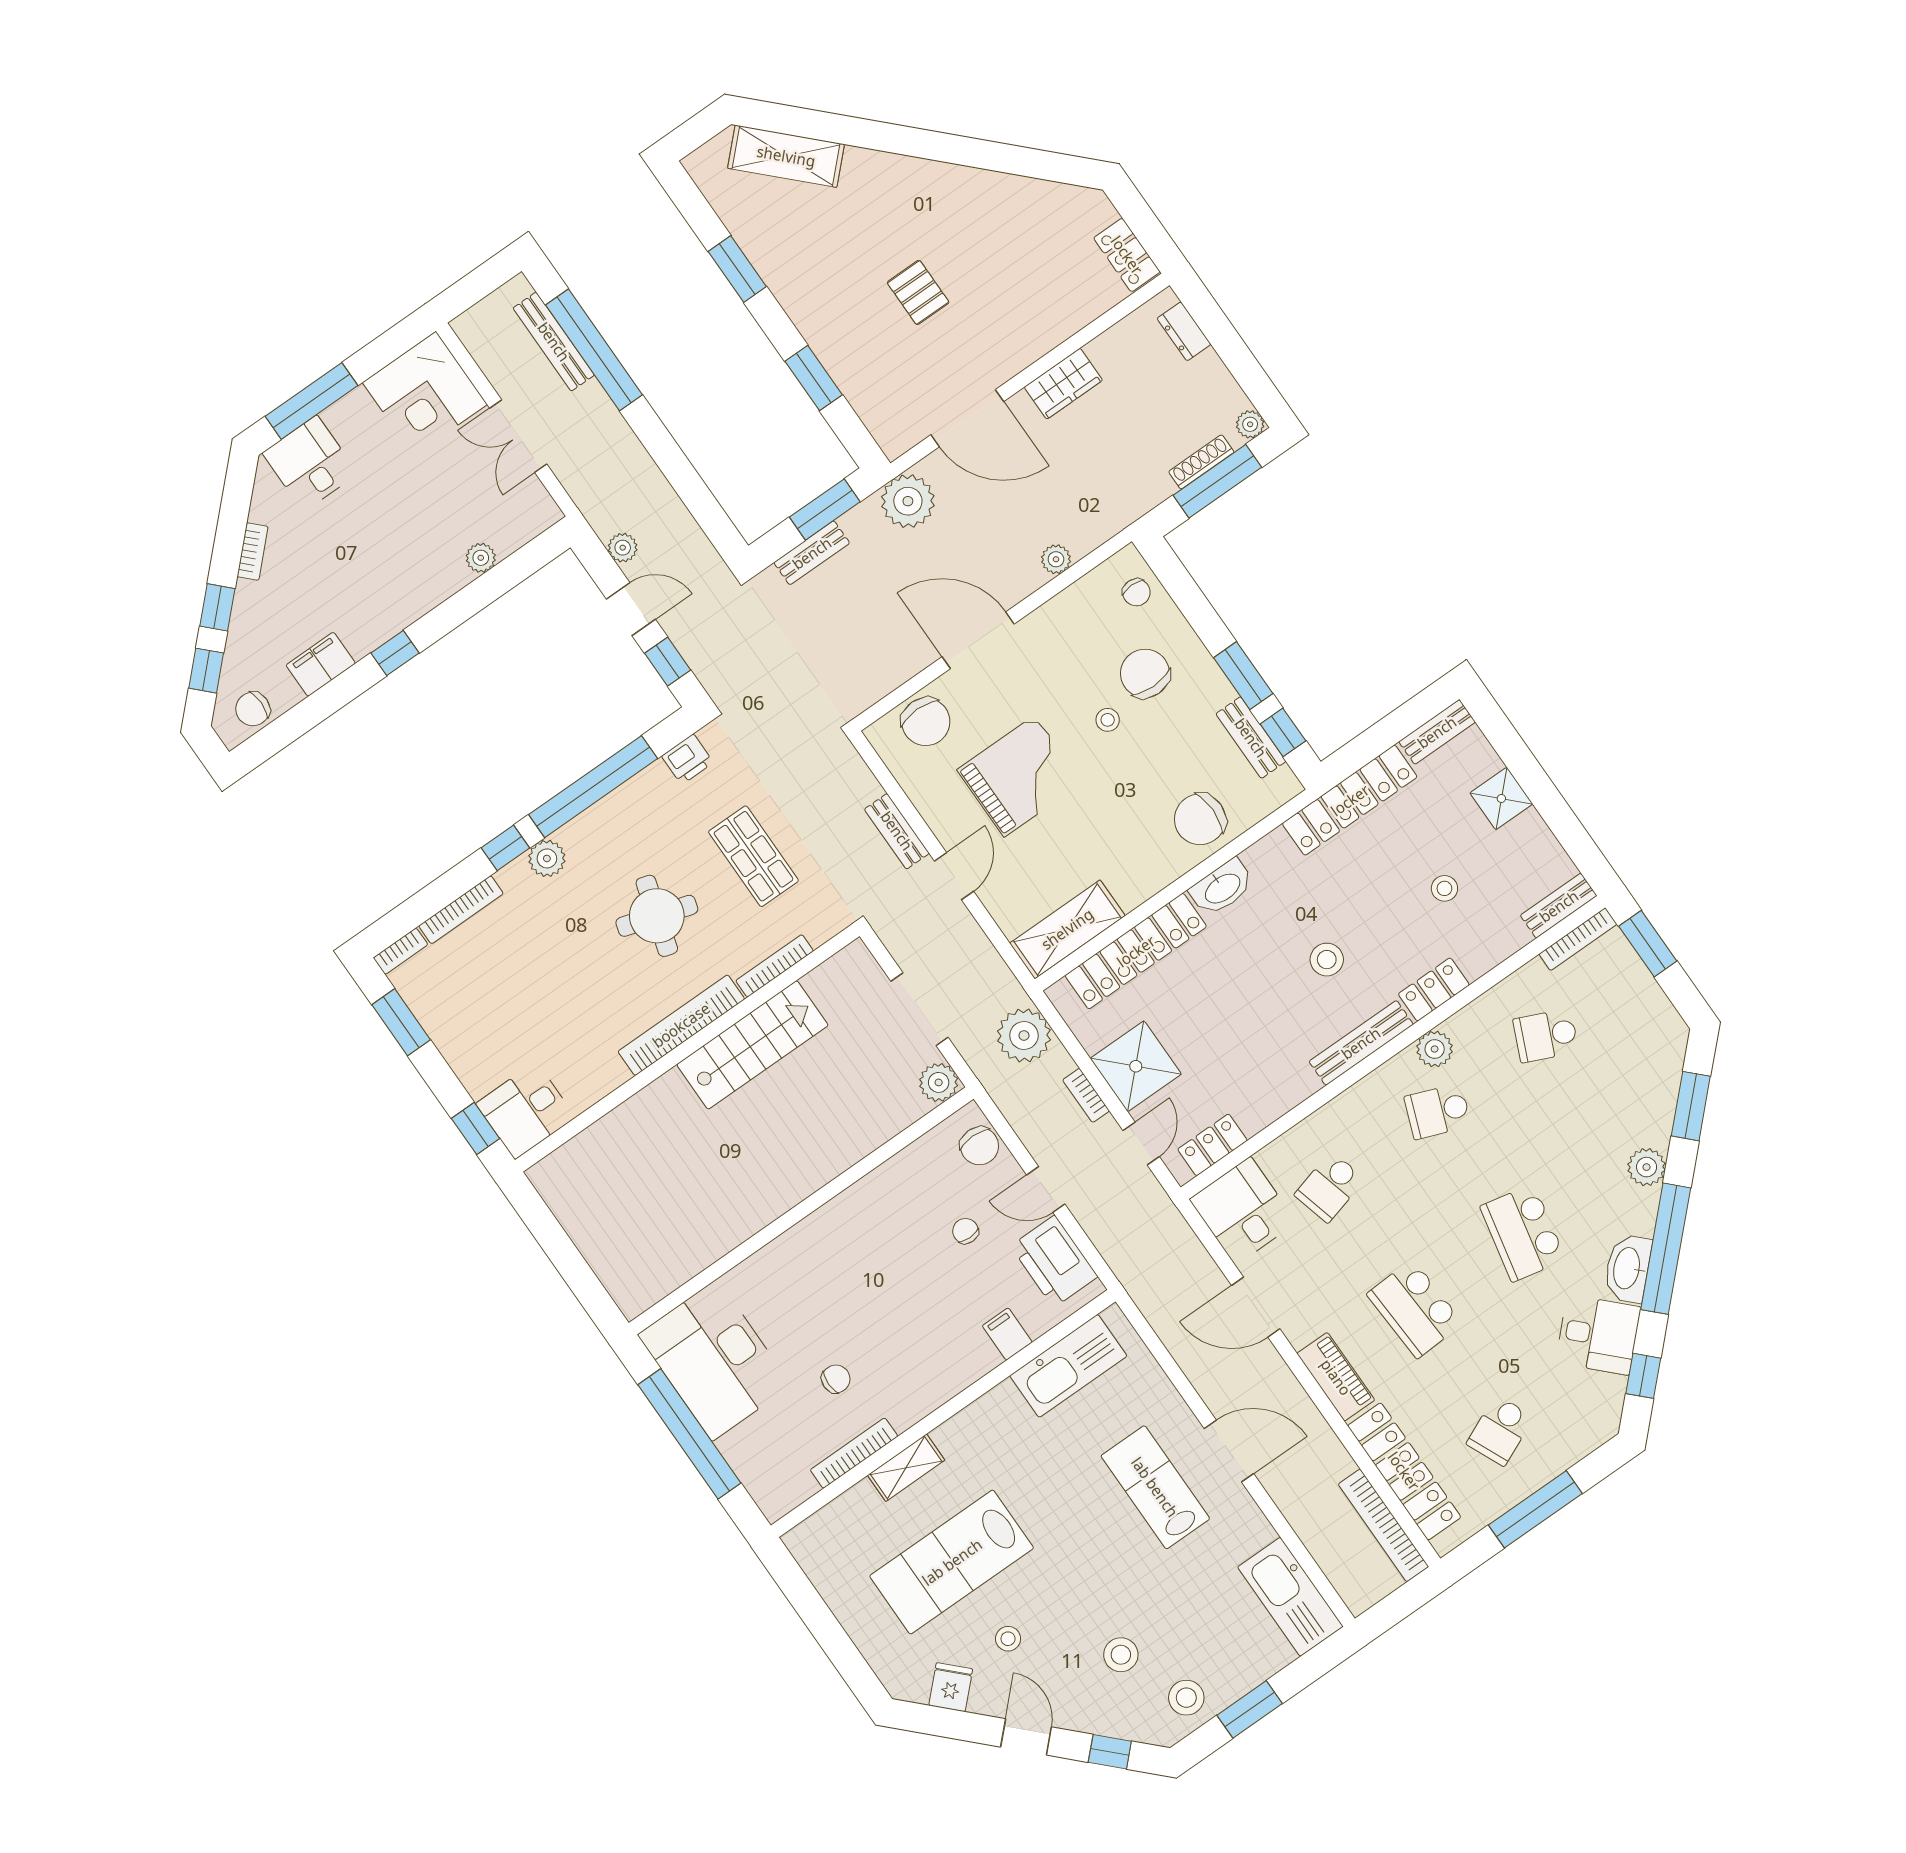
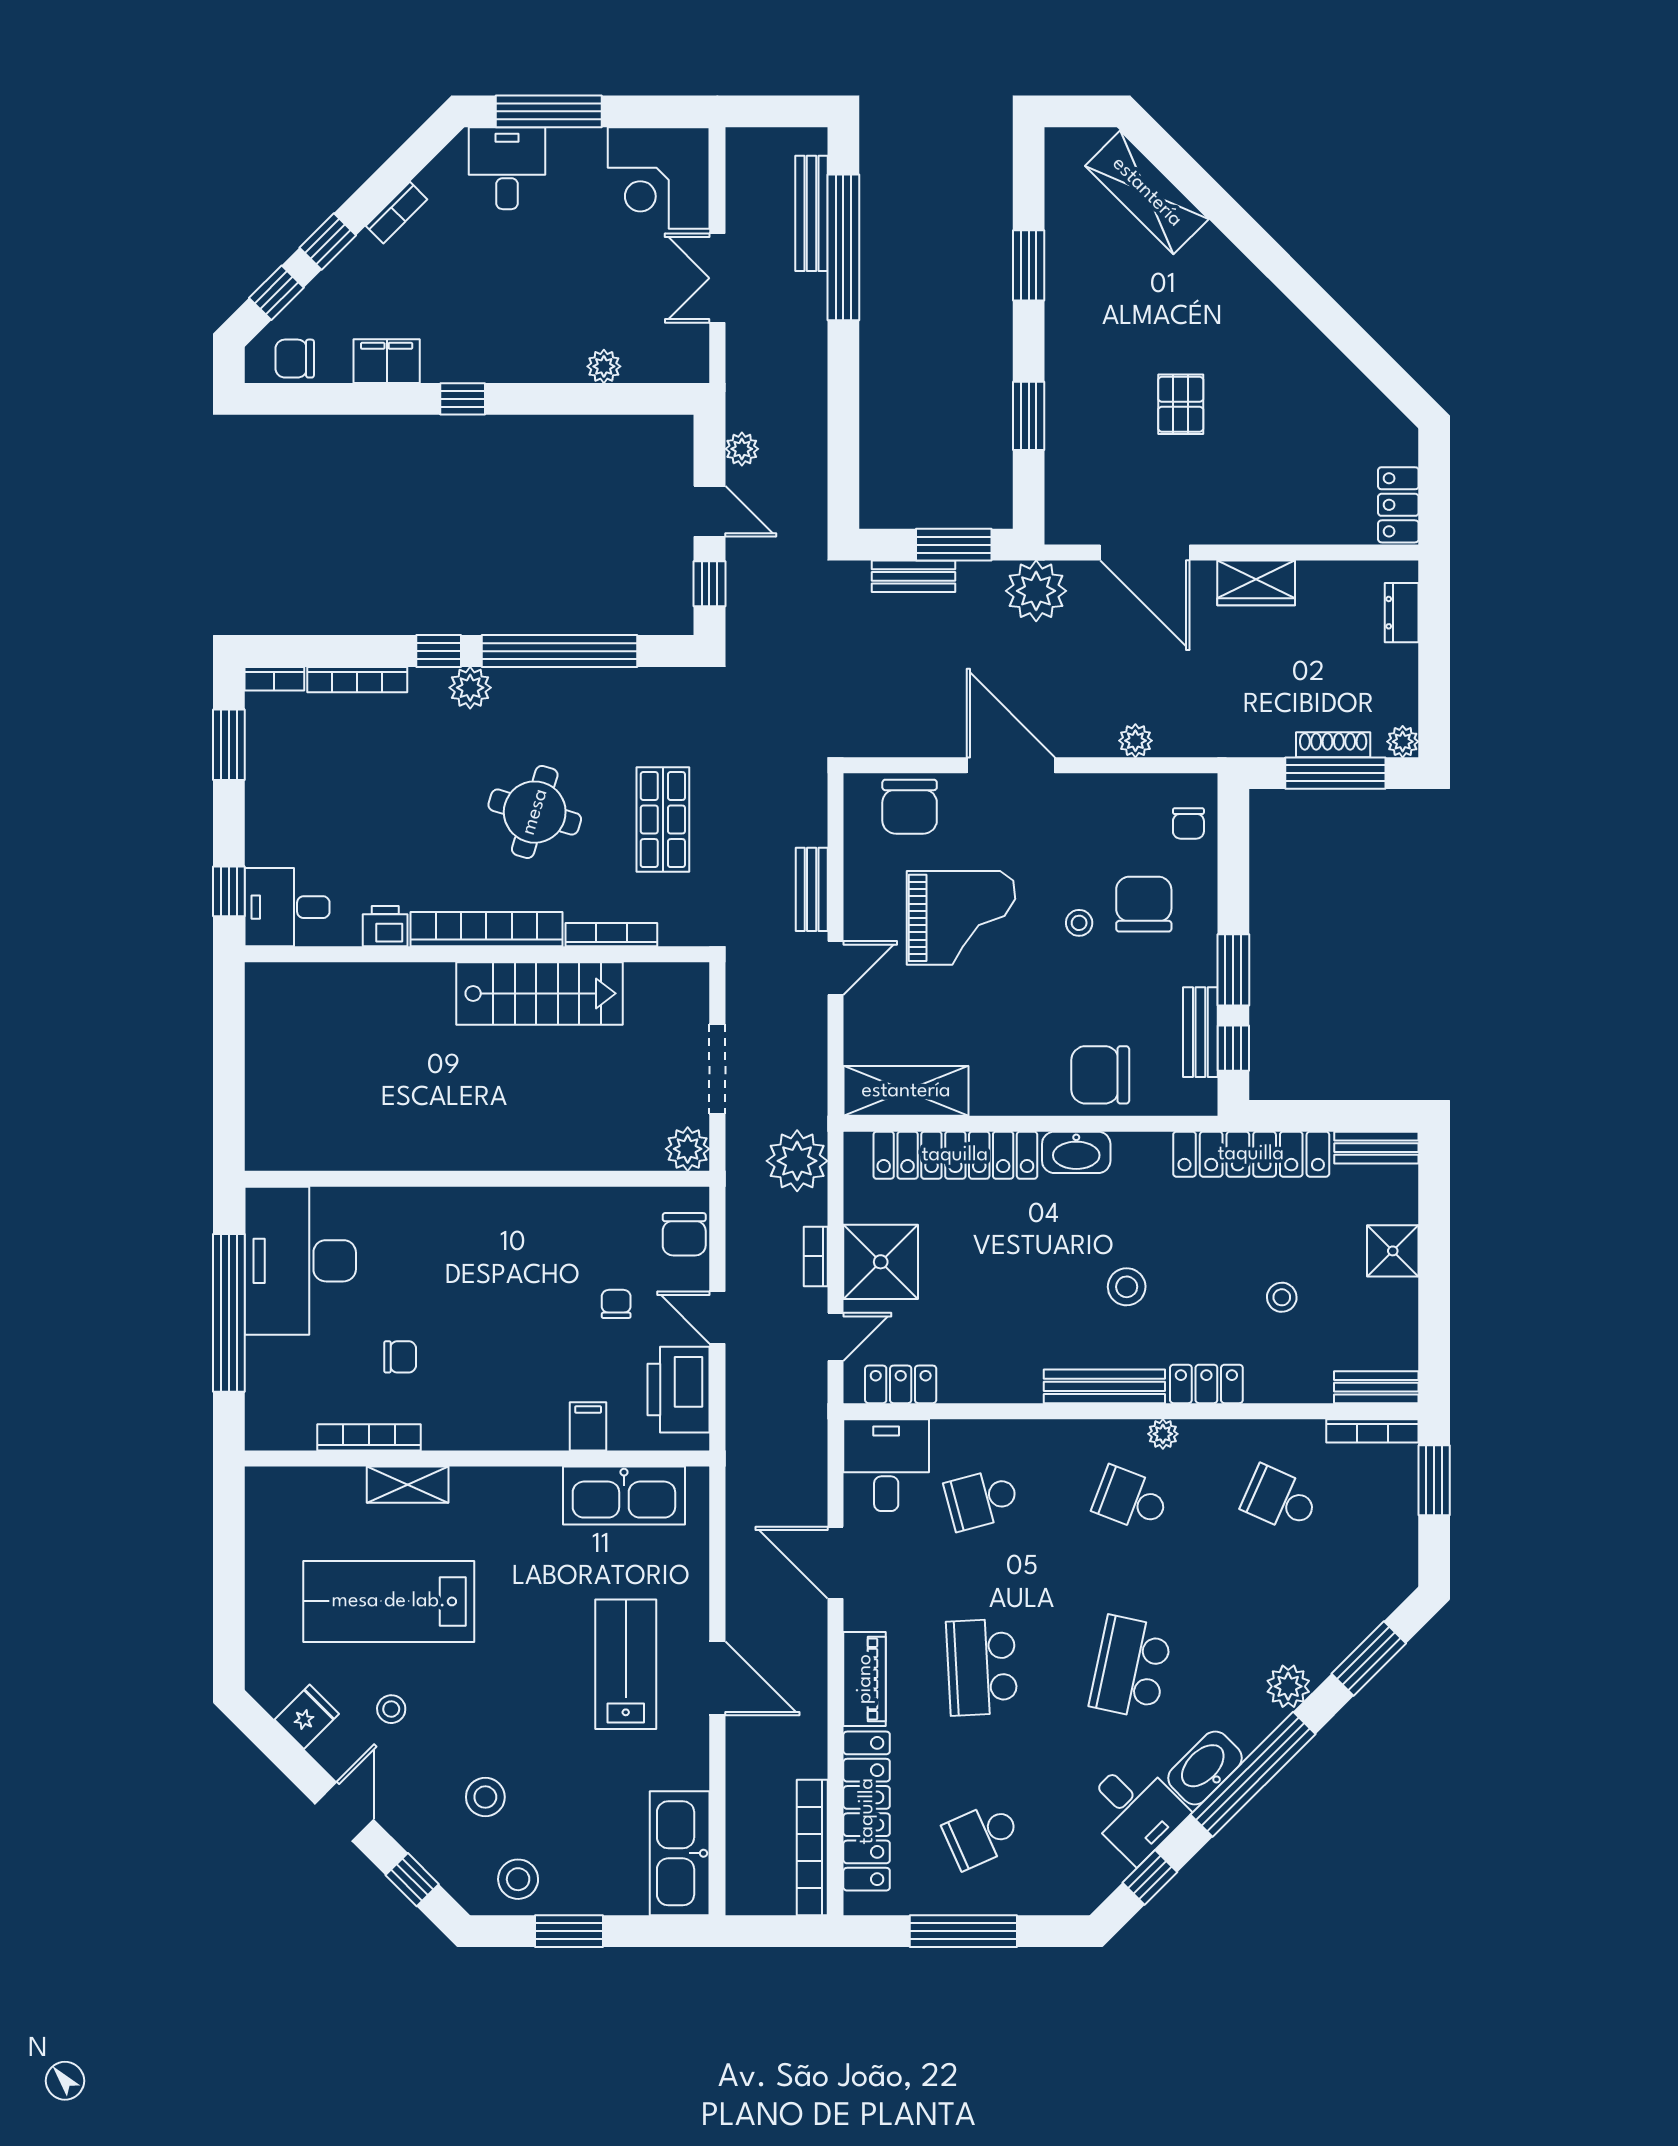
printer: (688, 759) -> (385, 926), moved, turned 180
plant: (1435, 1049) -> (1163, 1434), width x0.73, depth x0.73

